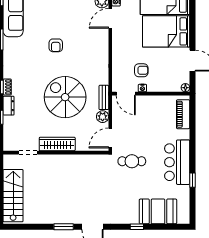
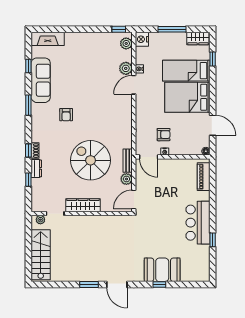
armchair: (56, 45) -> (66, 115), moved
plant: (13, 159) -> (40, 220), added
cafe table: (132, 161) -> (155, 222), removed
booth: (158, 211) -> (162, 270), moved

